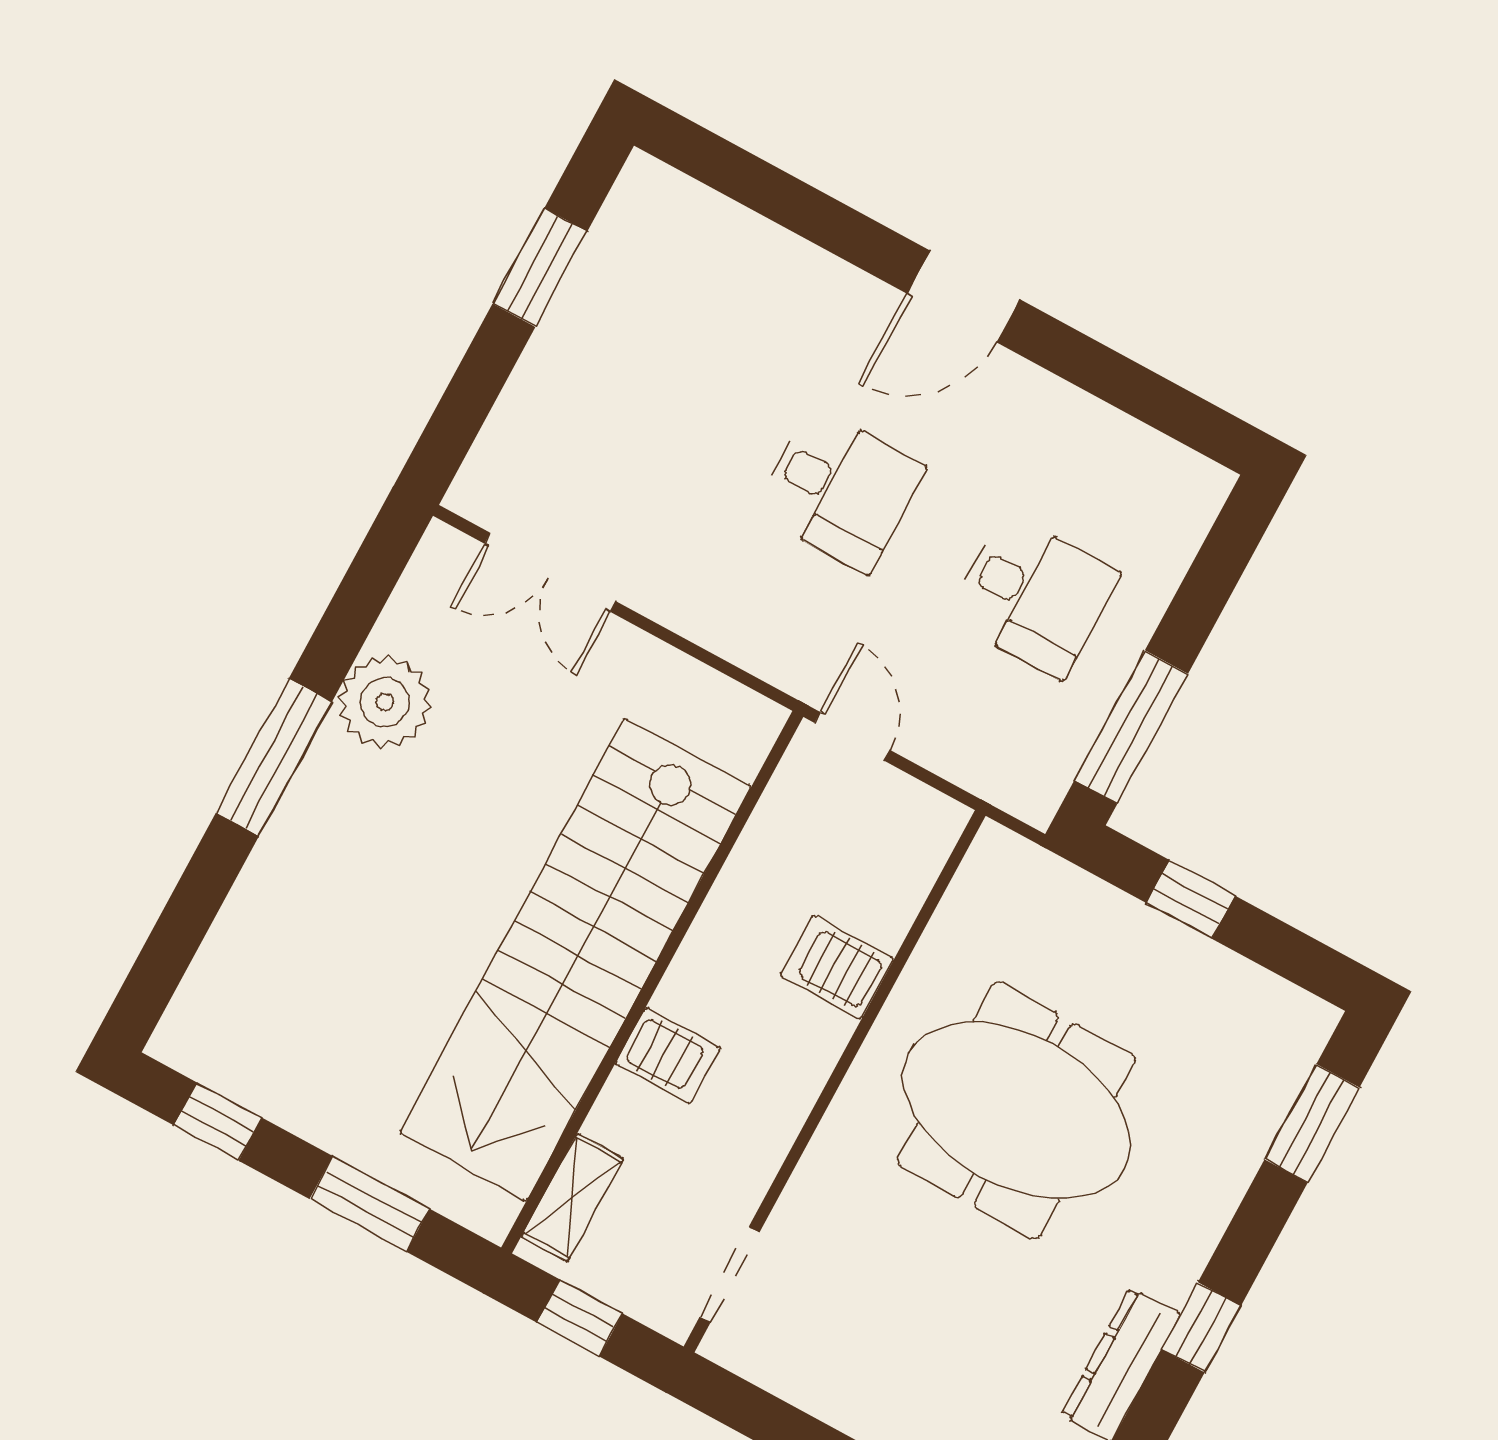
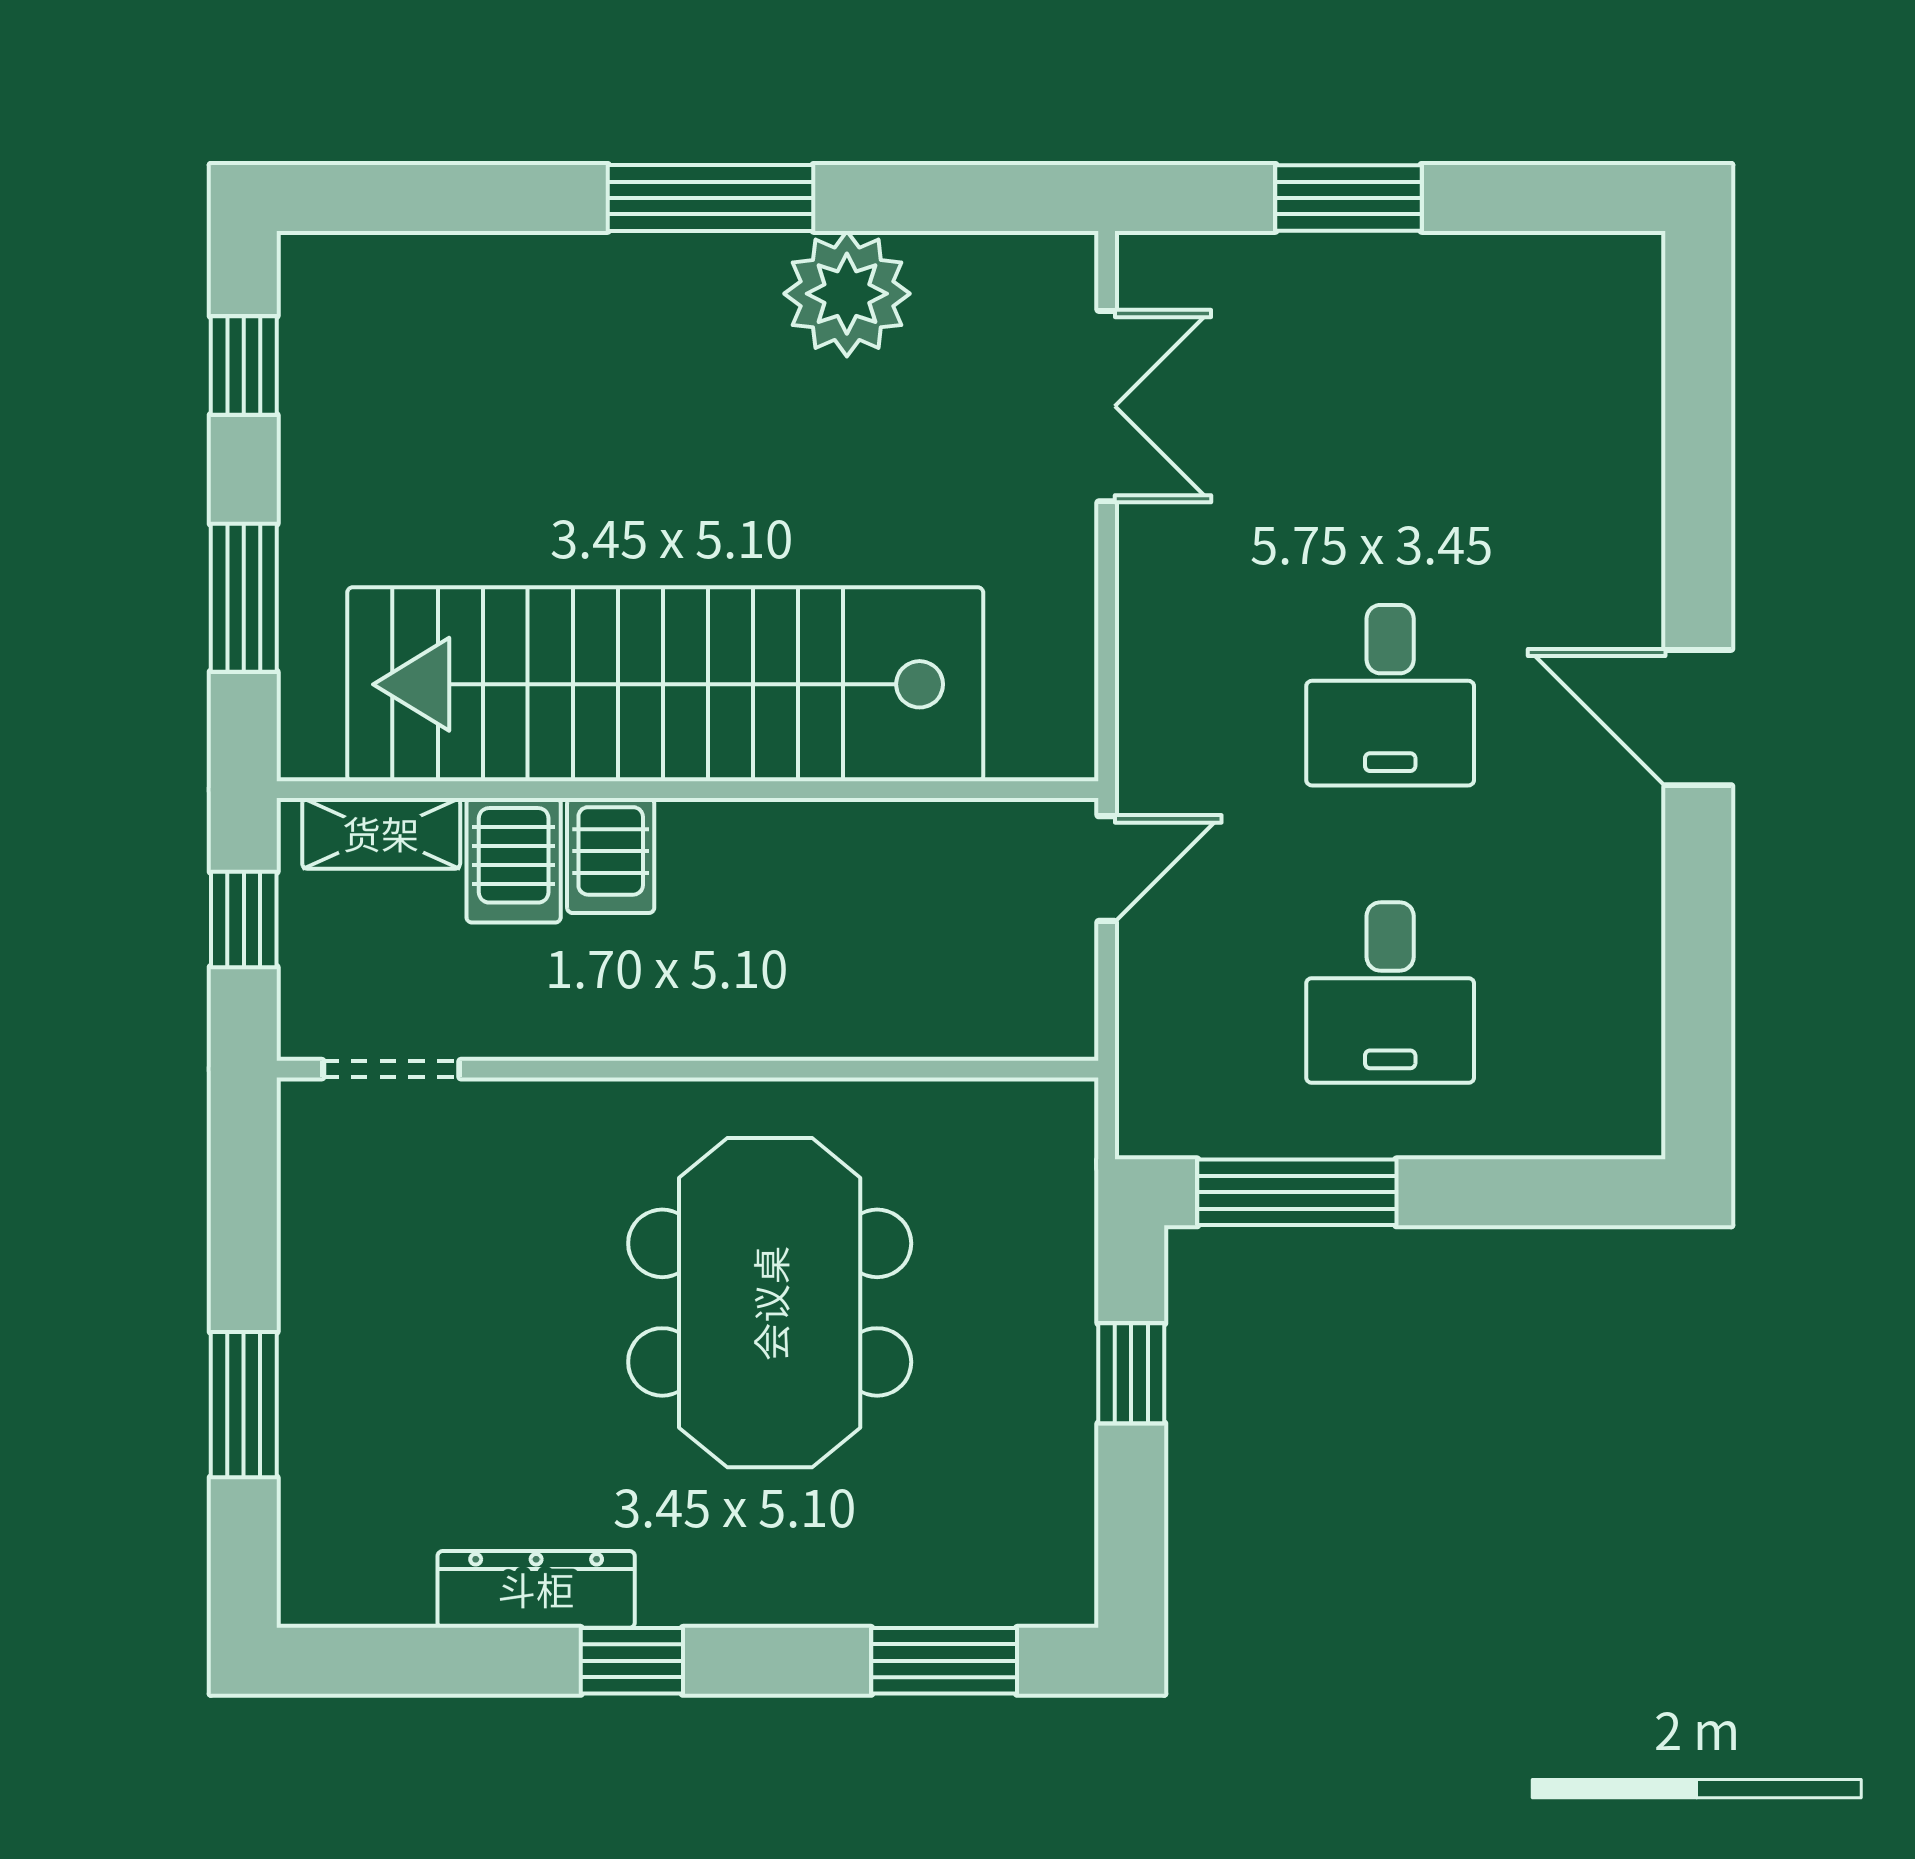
window: (540, 268) -> (1348, 198), moved
double door: (550, 572) -> (1107, 406), swing flipped
server rack: (837, 967) -> (514, 860), moved, turned 180

